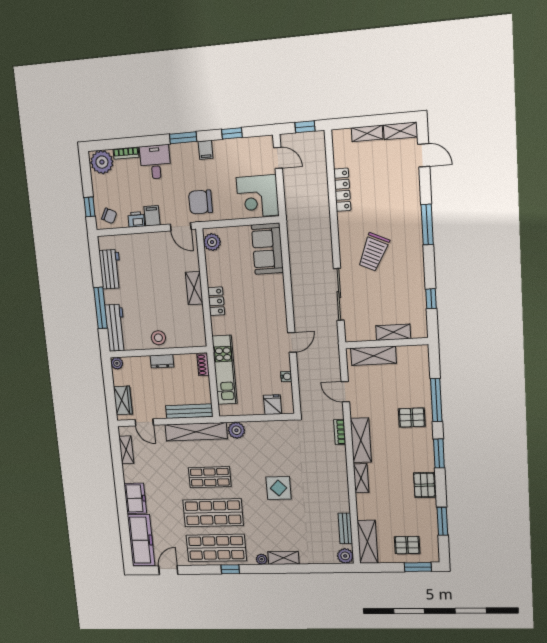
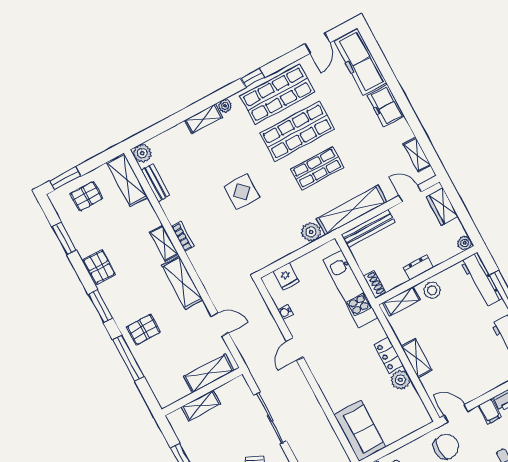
plant: (212, 242) -> (400, 380), moved
shelving: (187, 340) -> (401, 301), added
bookcase: (340, 432) -> (183, 236), moved

